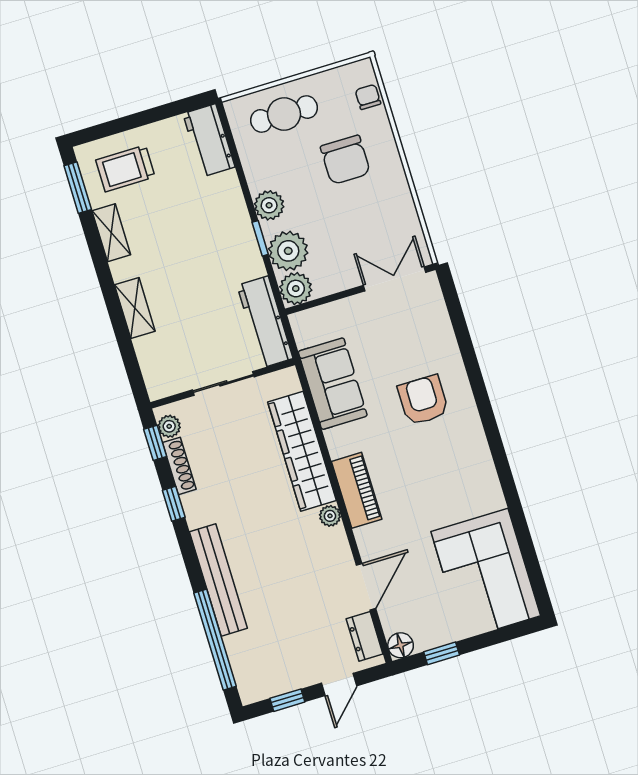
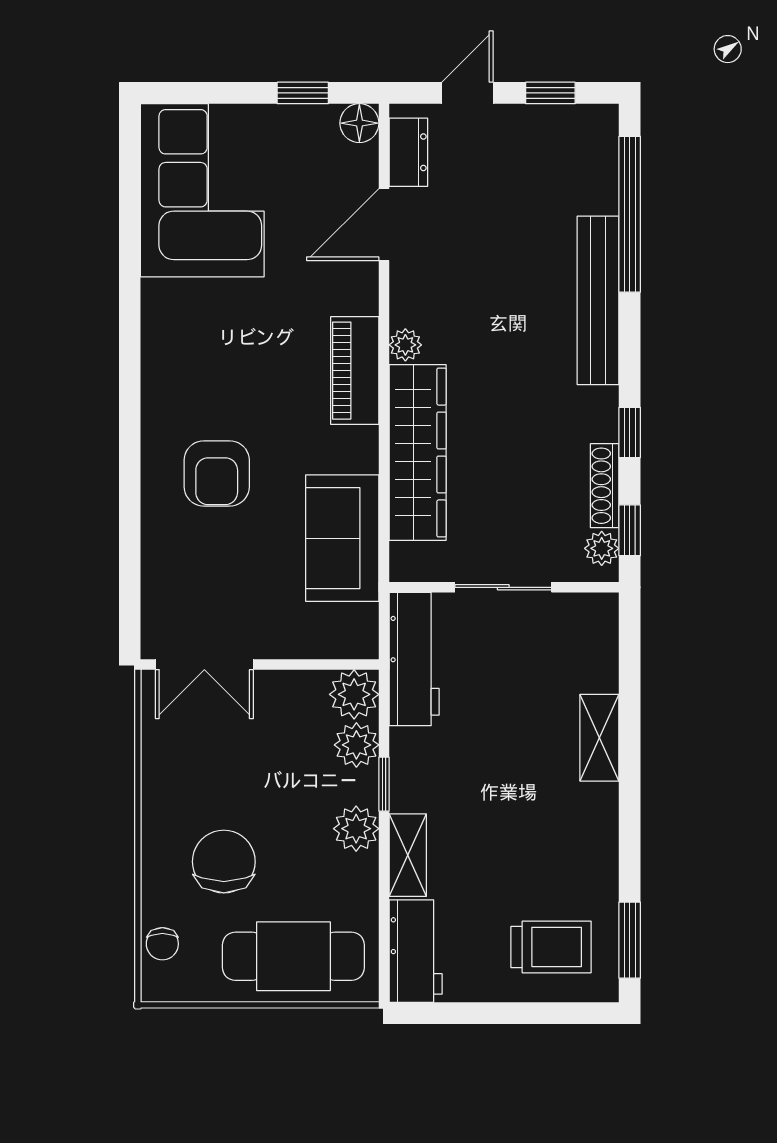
cafe table: (284, 114) -> (293, 956), width x1.37, depth x1.35
shelving: (111, 233) -> (408, 855), moved
plant: (288, 251) -> (356, 745), width x0.73, depth x0.73

